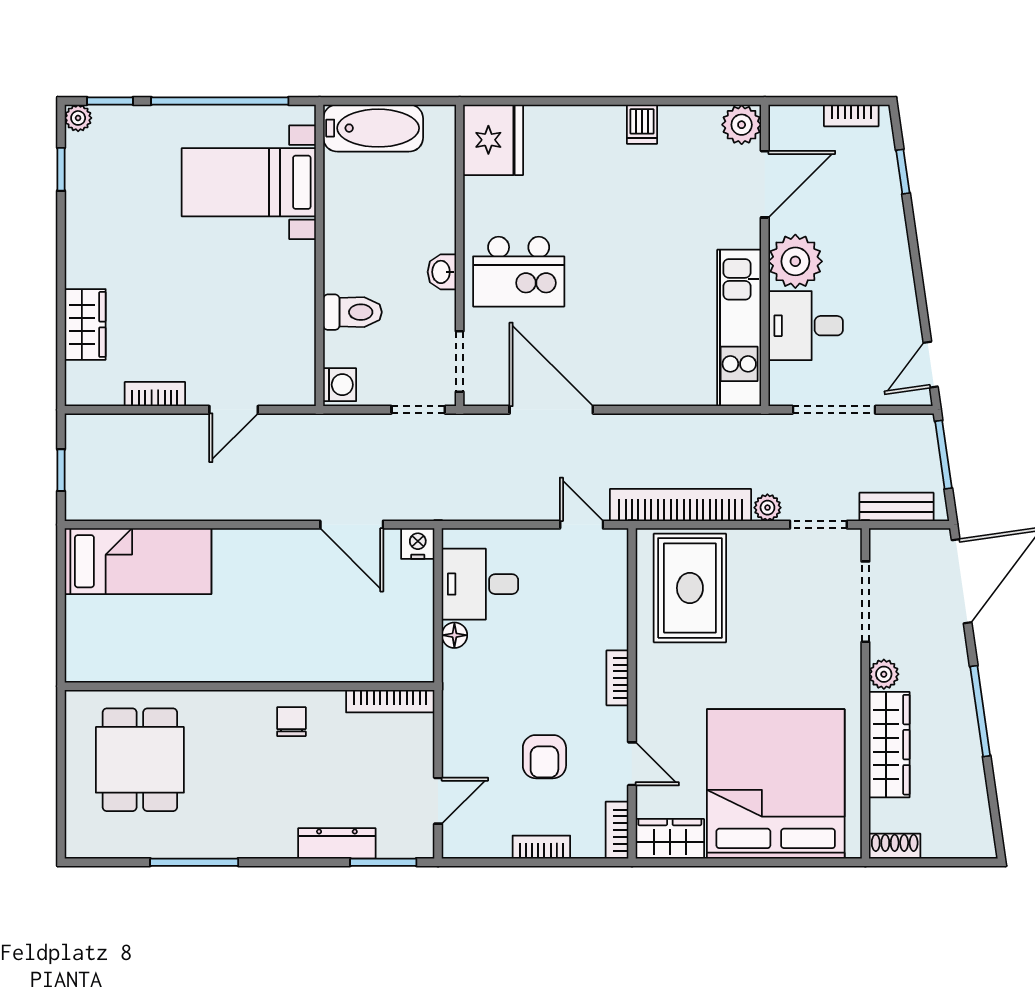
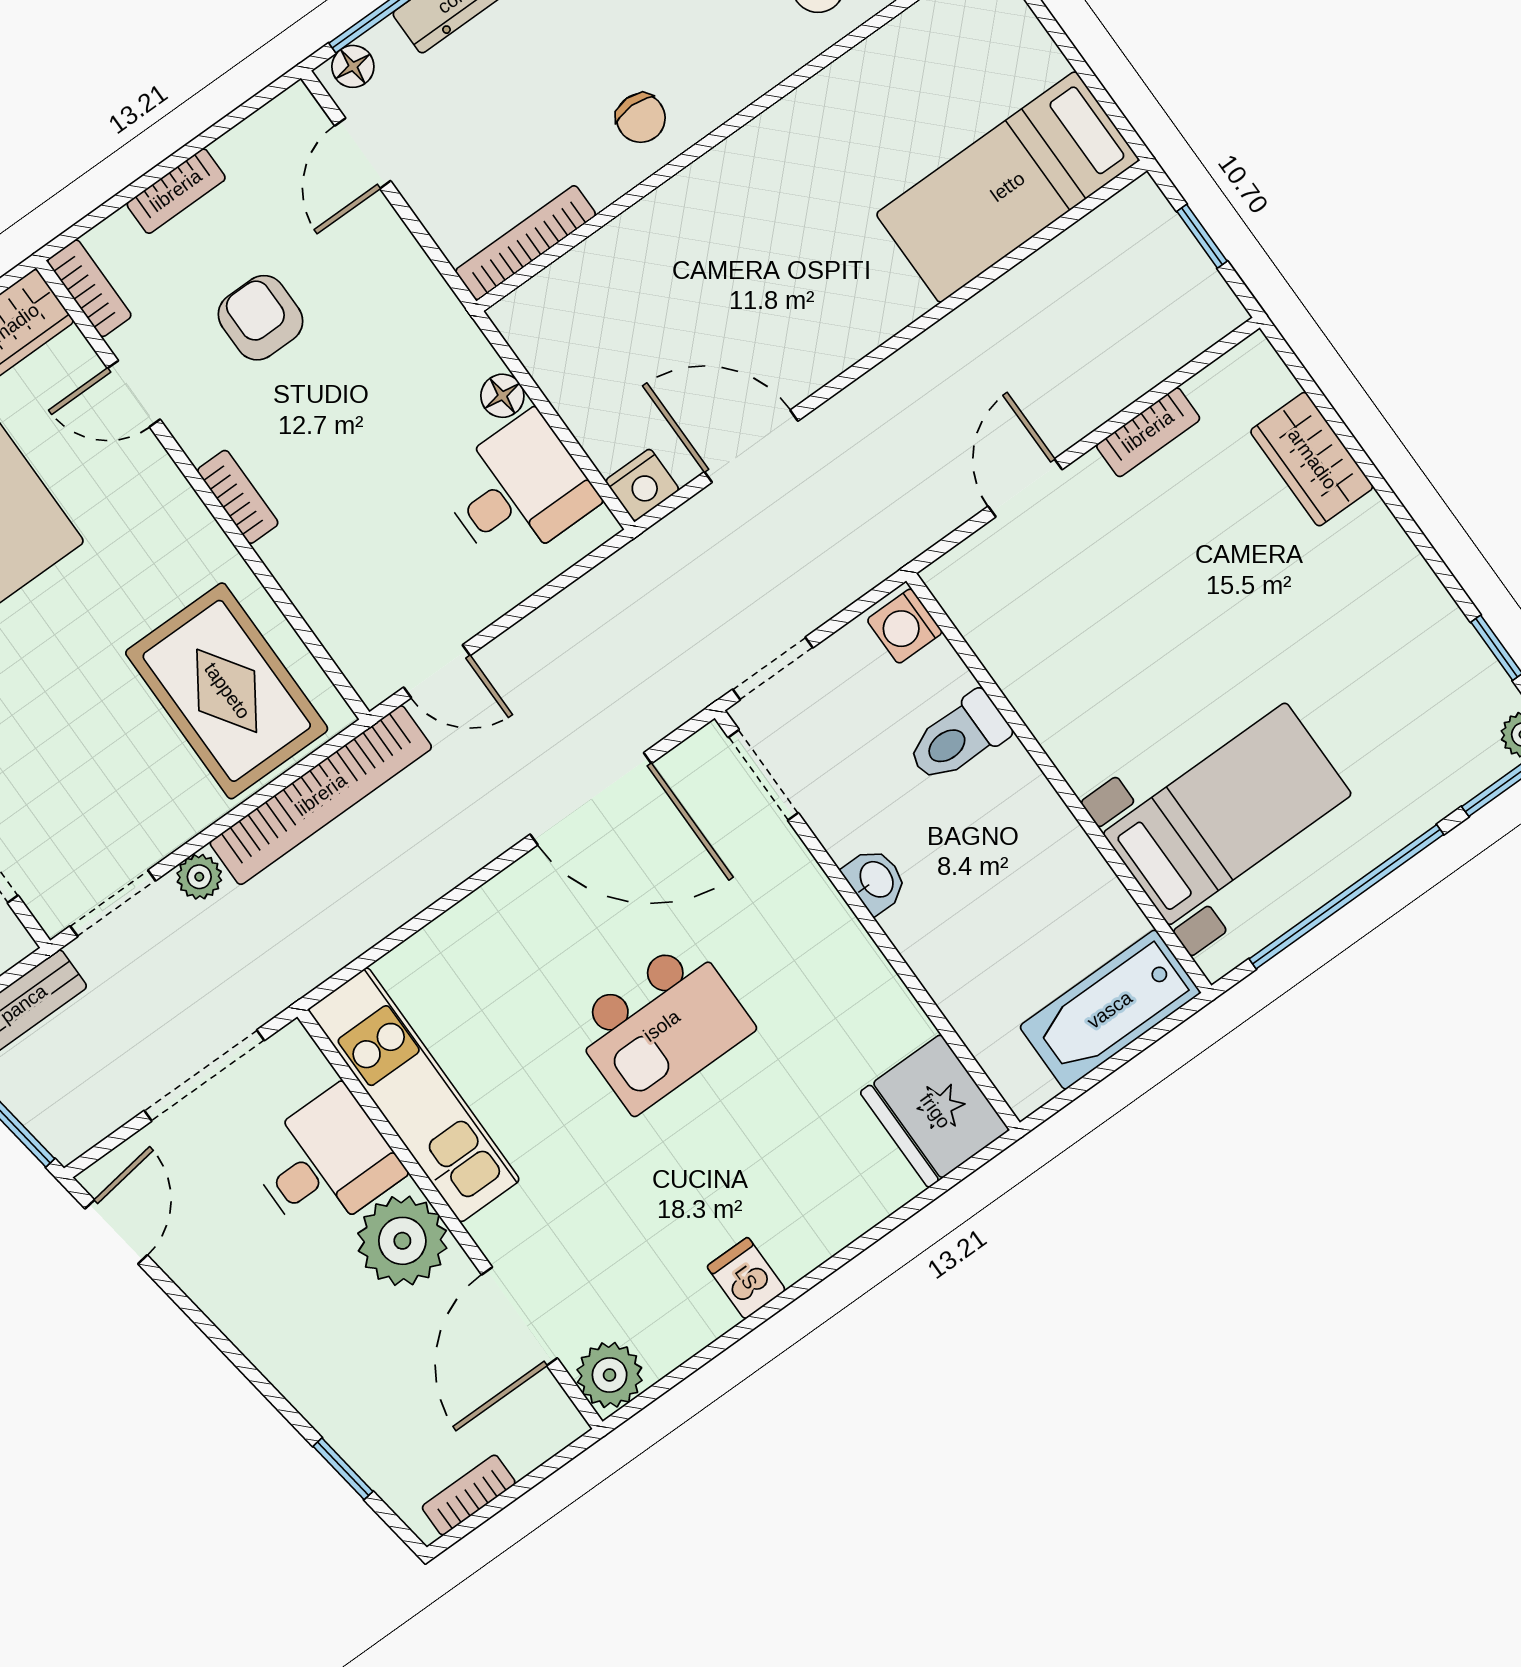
kitchen island: (519, 272) -> (662, 1026), moved, turned 180
floor lamp: (413, 846) -> (353, 66), added

